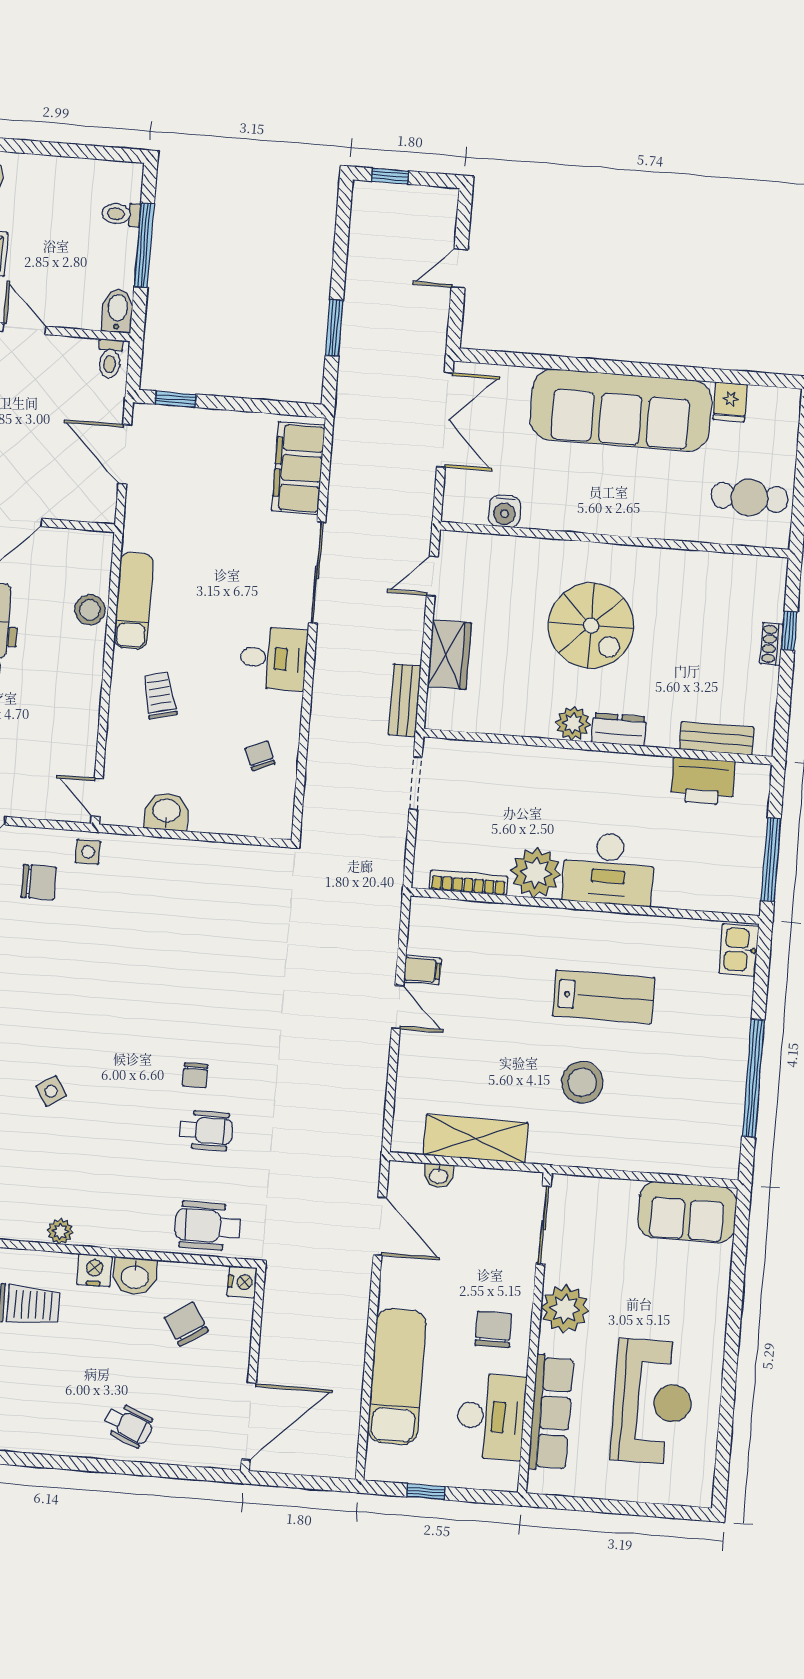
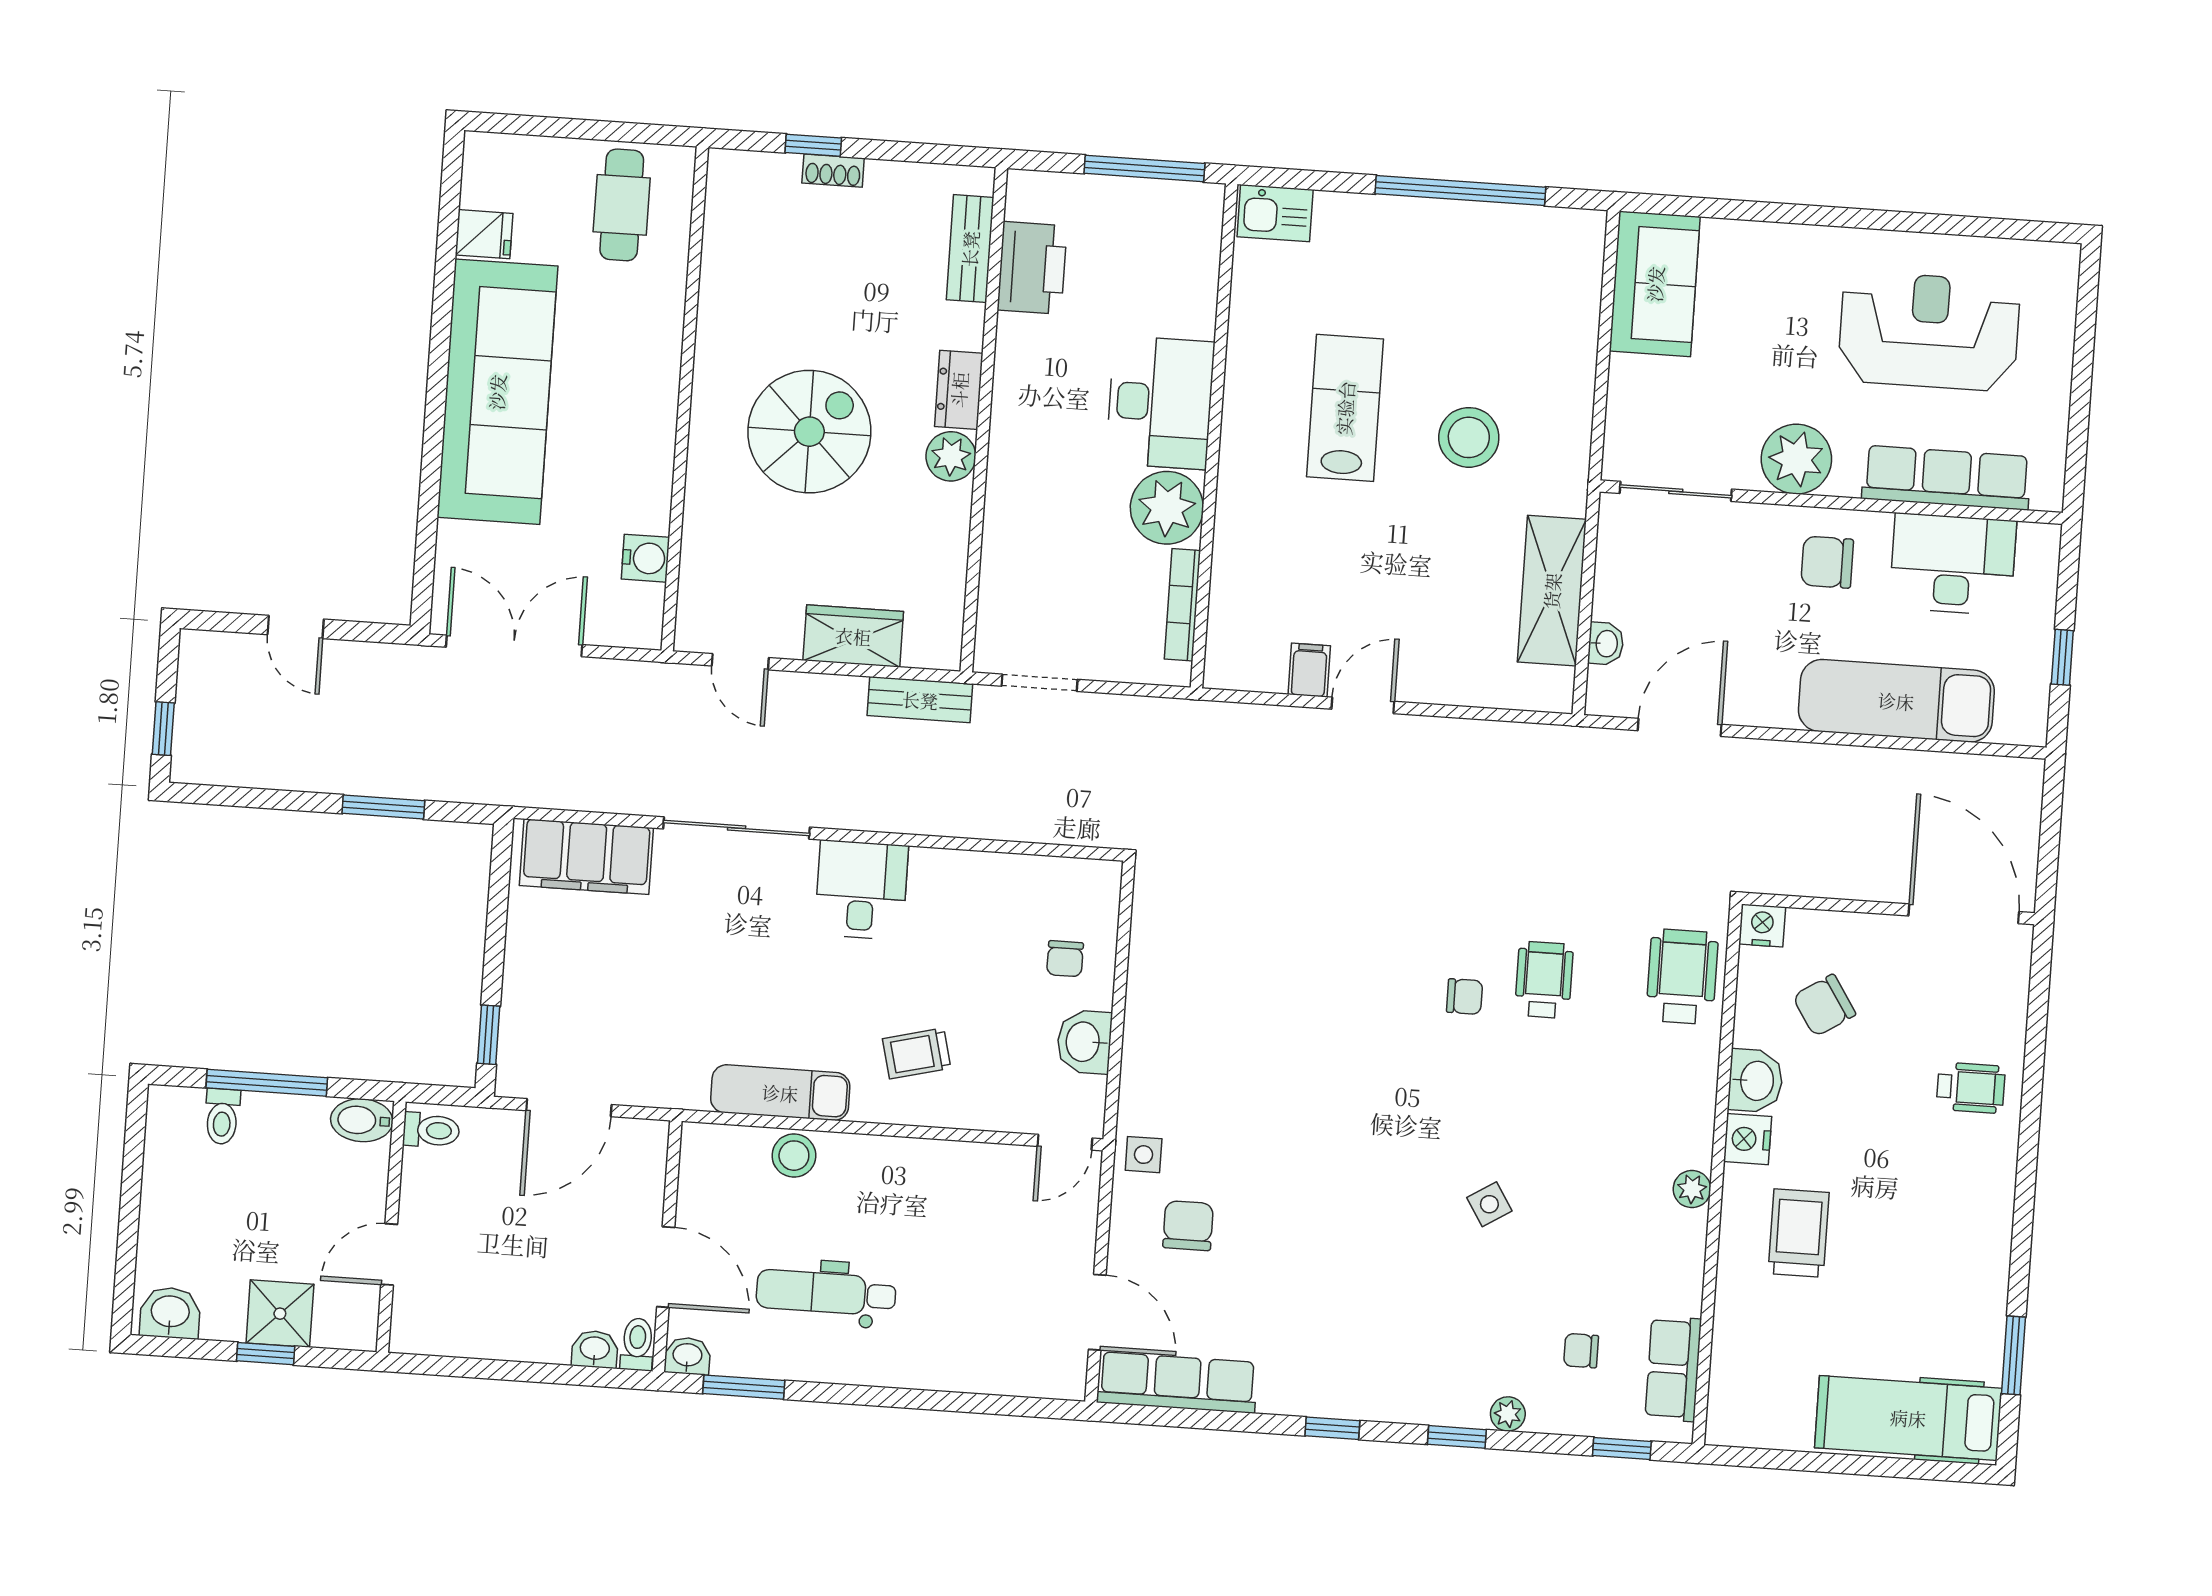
chair: (260, 756) -> (1065, 959), moved, turned -67
wheelchair: (207, 1226) -> (1682, 977), turned 180
wheelchair: (128, 1425) -> (1971, 1088), turned 67

